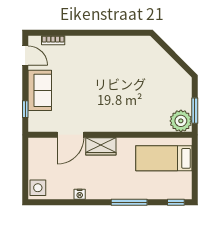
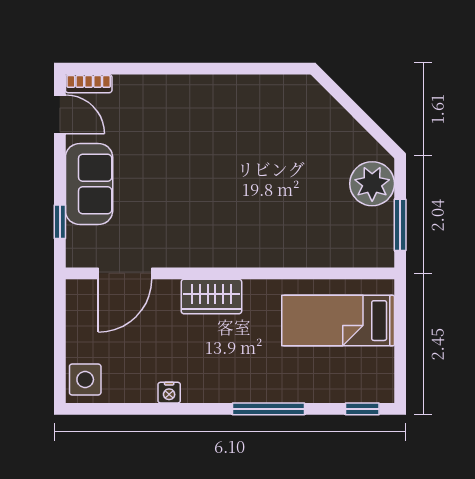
bookcase: (53, 40) -> (89, 84), moved
plant: (181, 121) -> (372, 184), moved
door: (70, 135) -> (125, 273), moved

